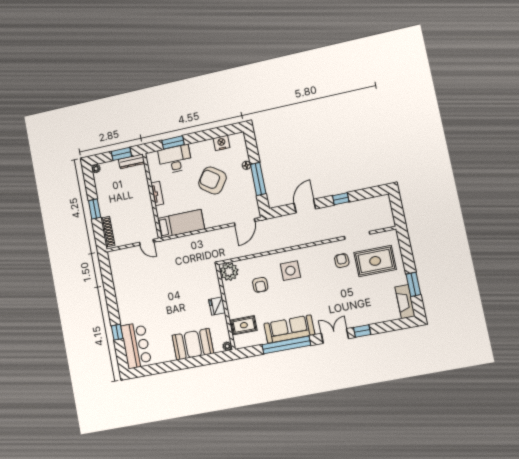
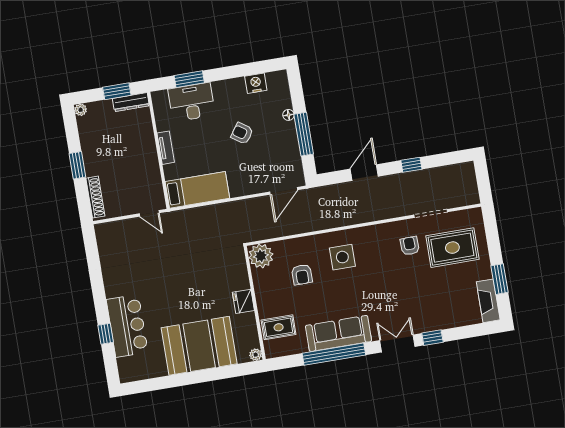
armchair: (212, 180) -> (242, 133), width x0.53, depth x0.53
booth: (193, 344) -> (199, 346), width x1.36, depth x1.42
bar counter: (136, 345) -> (127, 326), moved

